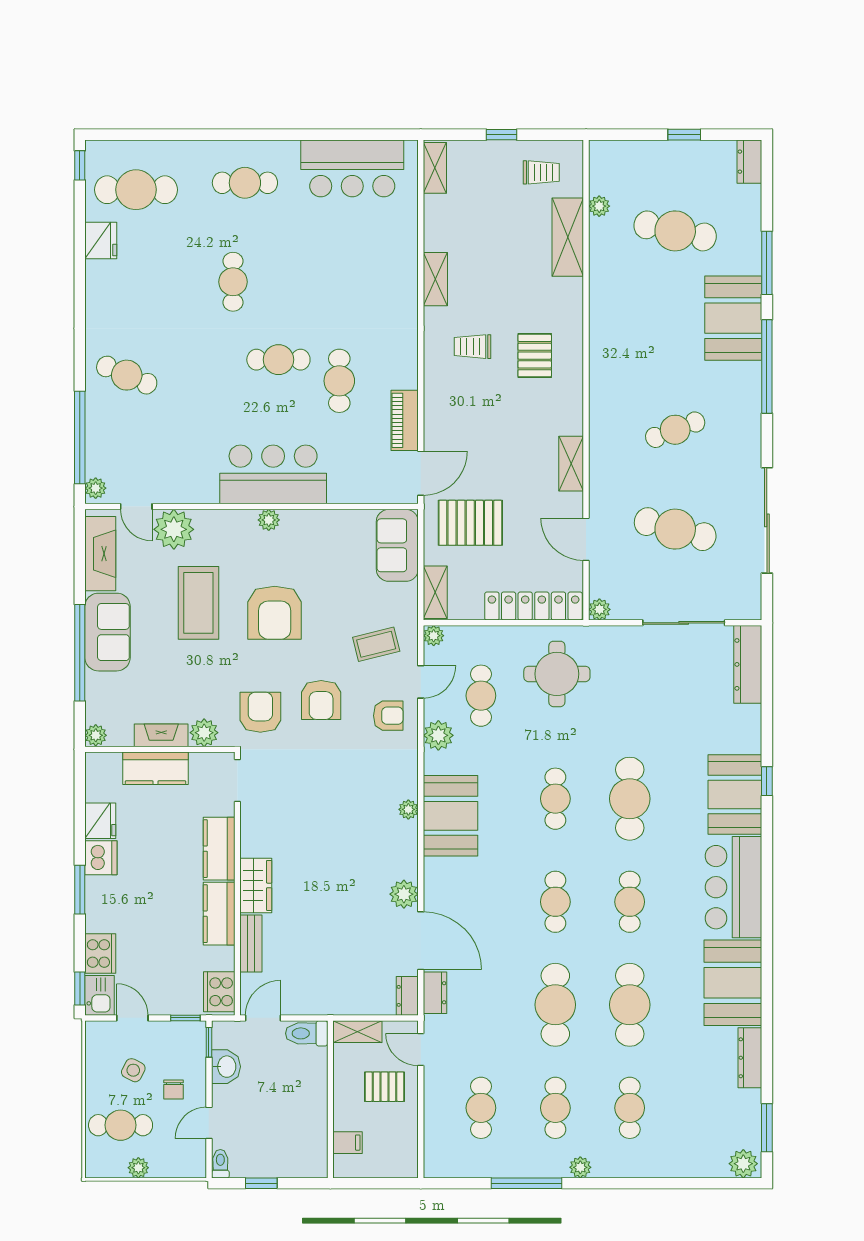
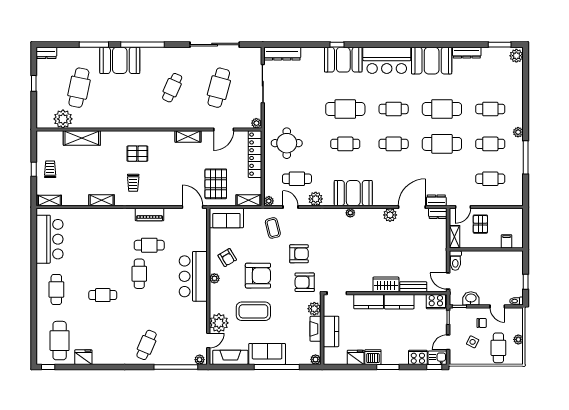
trolley: (541, 172) -> (50, 169), moved
plant: (599, 206) -> (63, 119), width x1.88, depth x1.88
piano: (405, 420) -> (150, 215), moved
cafe table: (675, 430) -> (172, 88), turned 45
armchair: (388, 716) -> (227, 258), moved, turned 149

